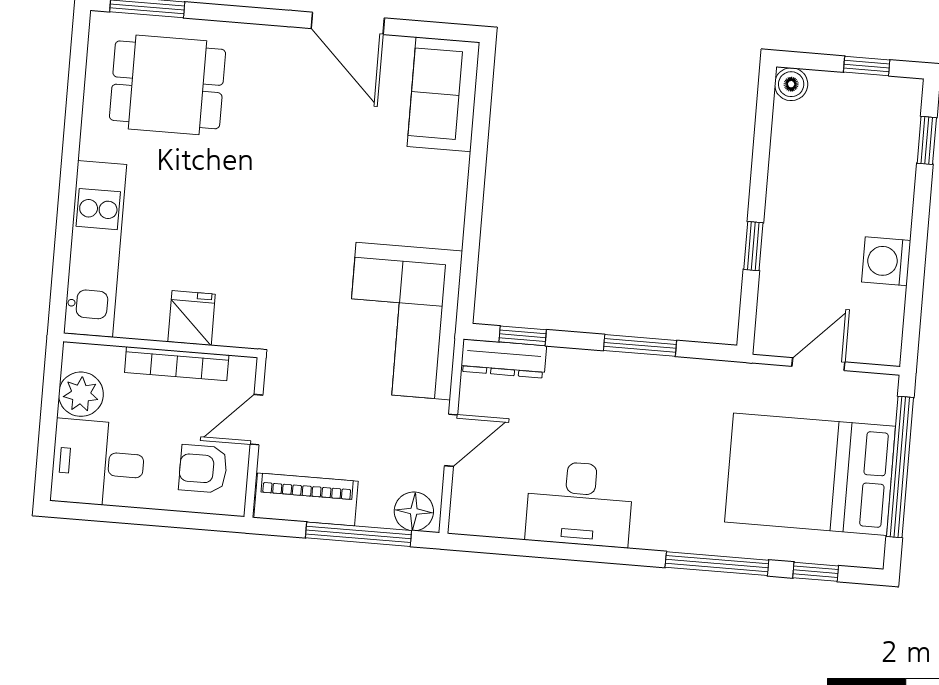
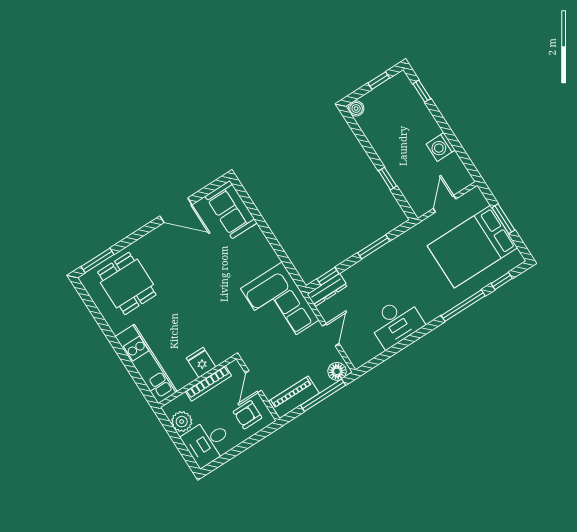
dining table: (167, 85) -> (127, 283), turned 90
window: (900, 467) -> (503, 219), width x0.47

